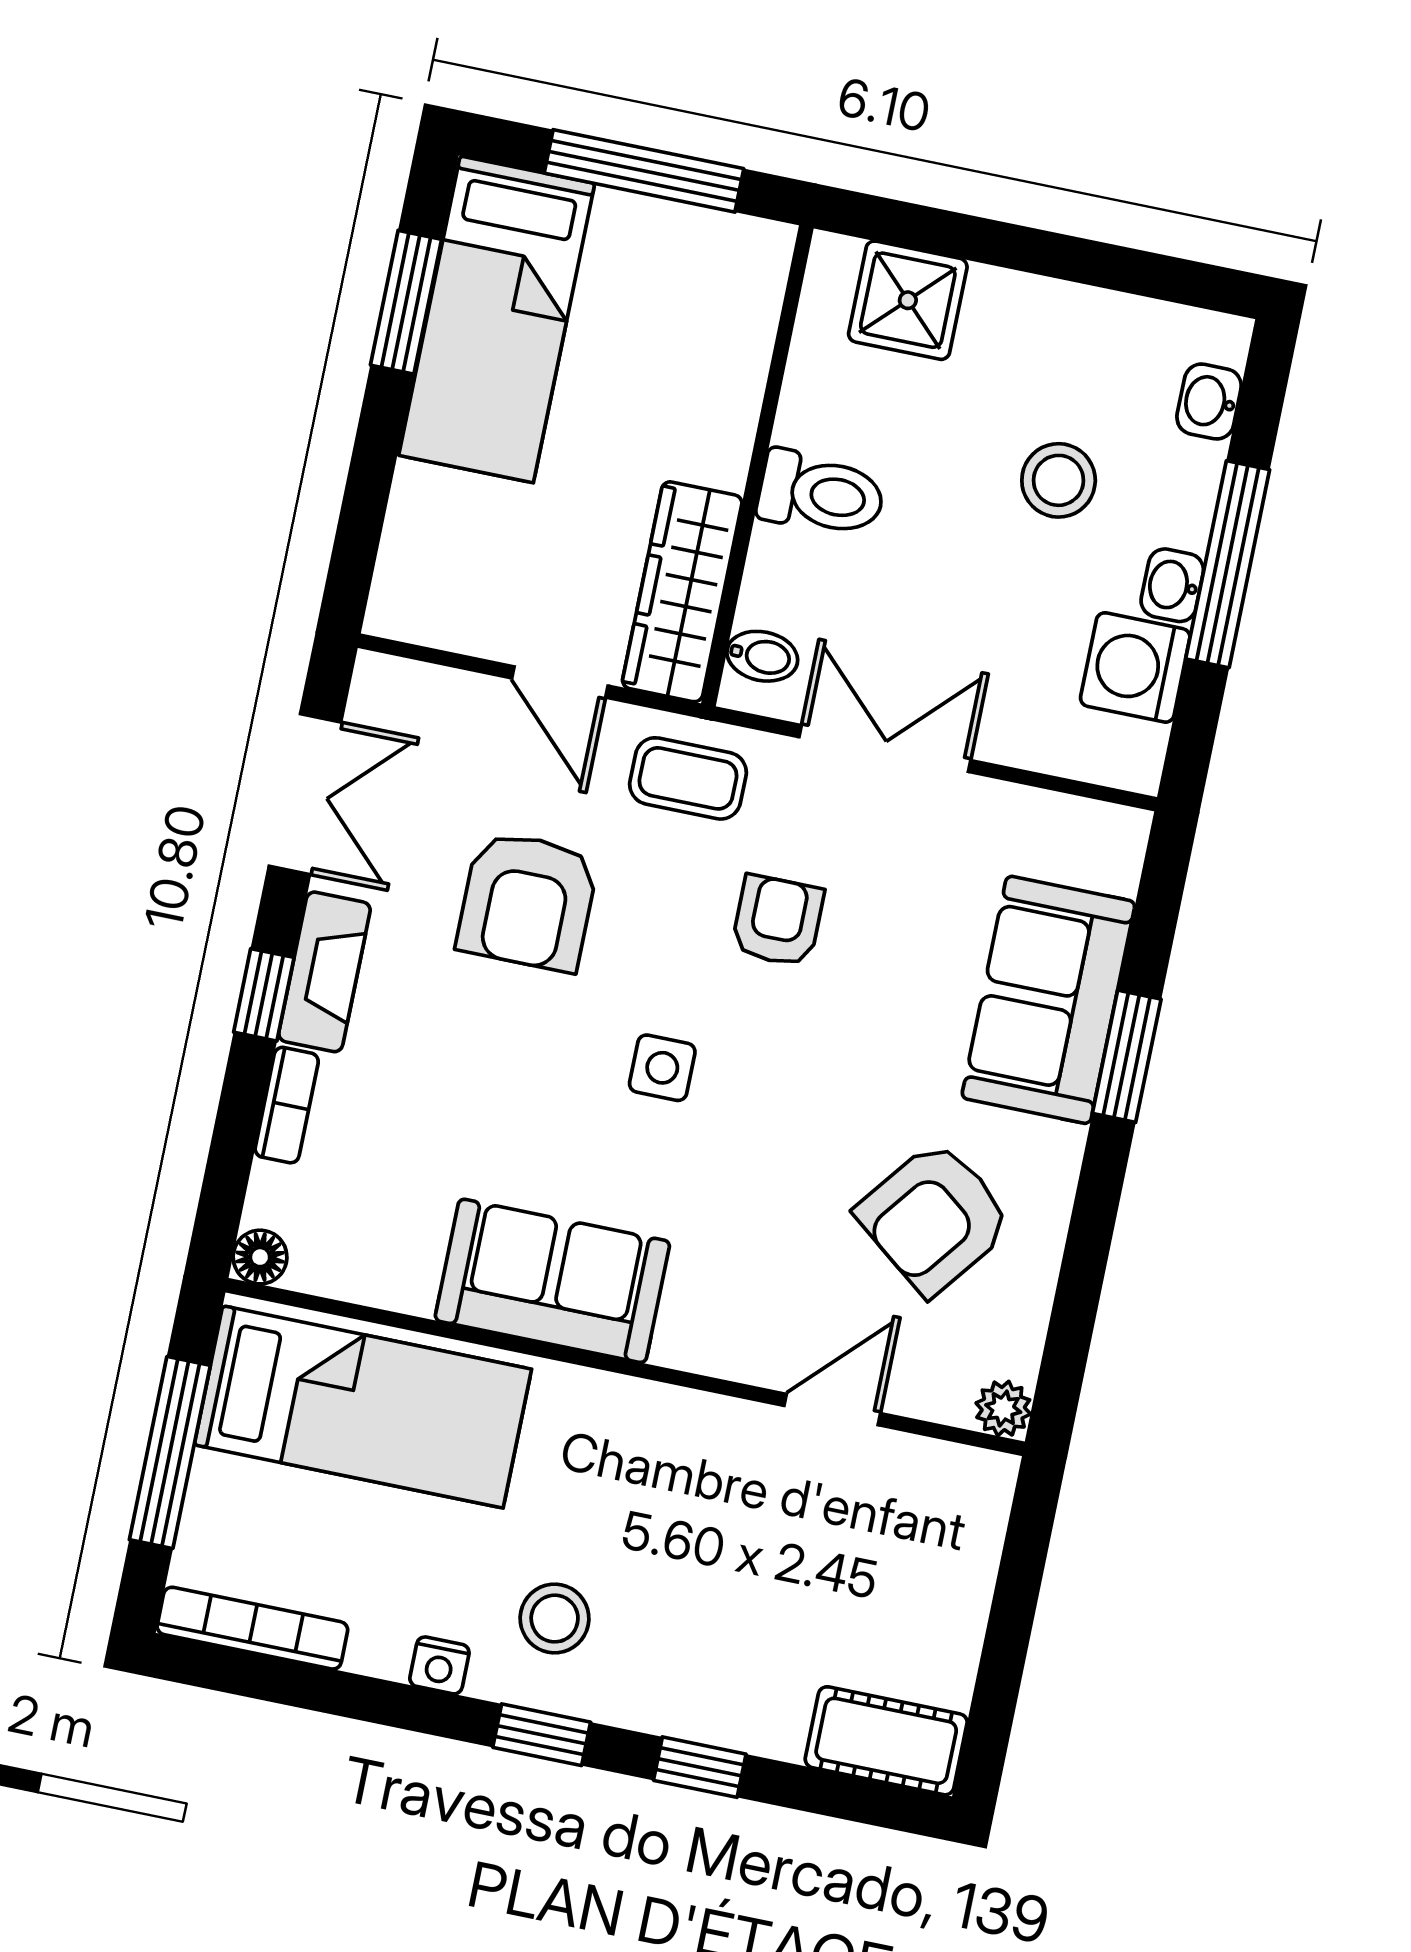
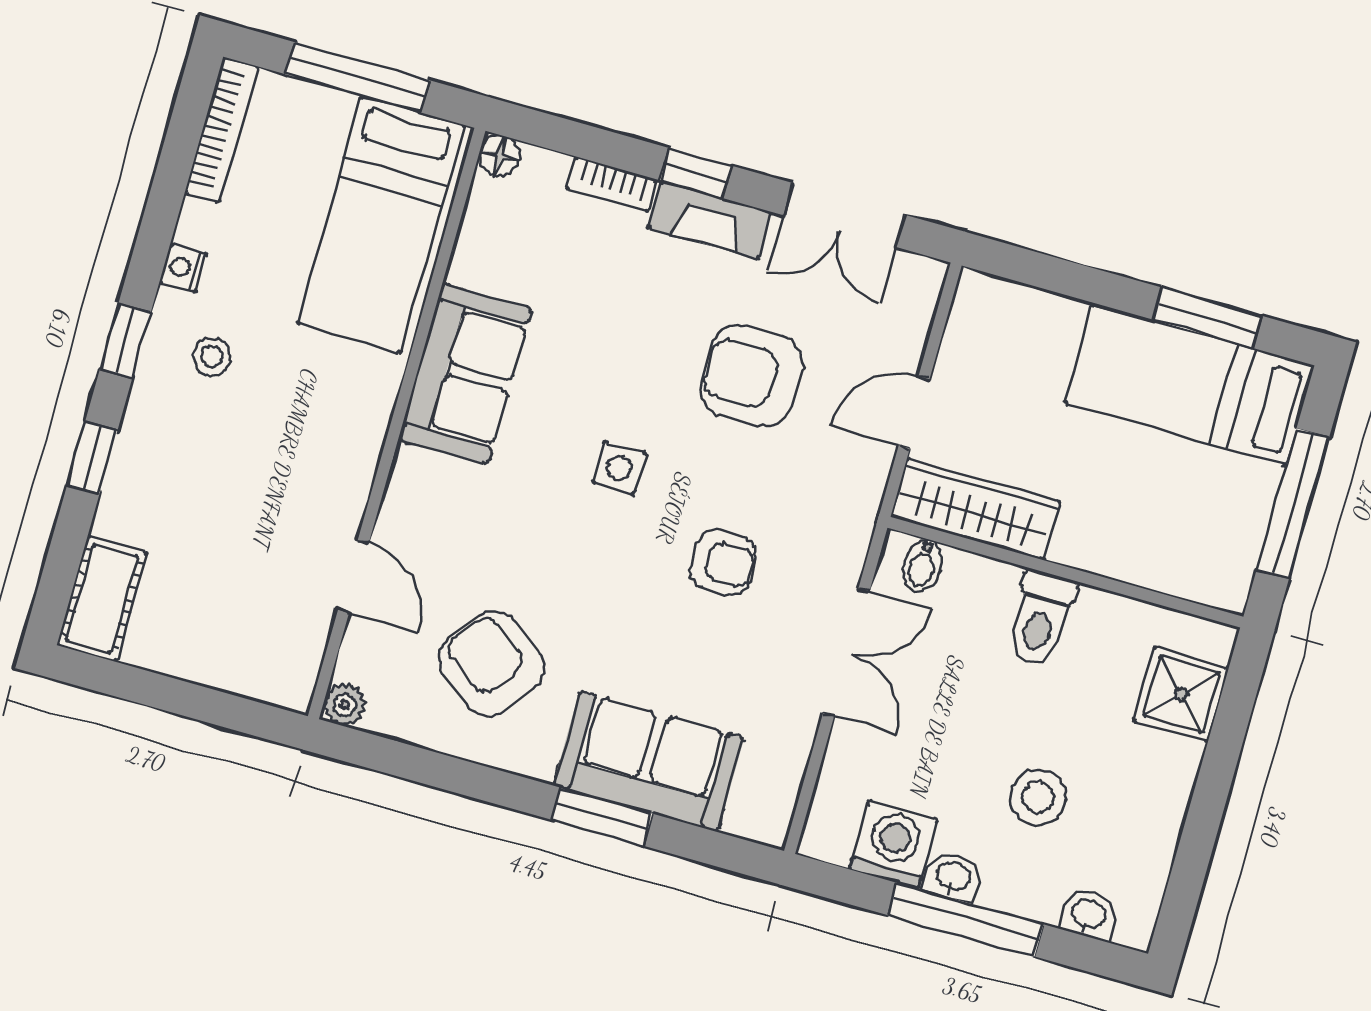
coffee table: (688, 778) -> (835, 503), removed
stool: (555, 1619) -> (212, 357), width x0.73, depth x0.73

